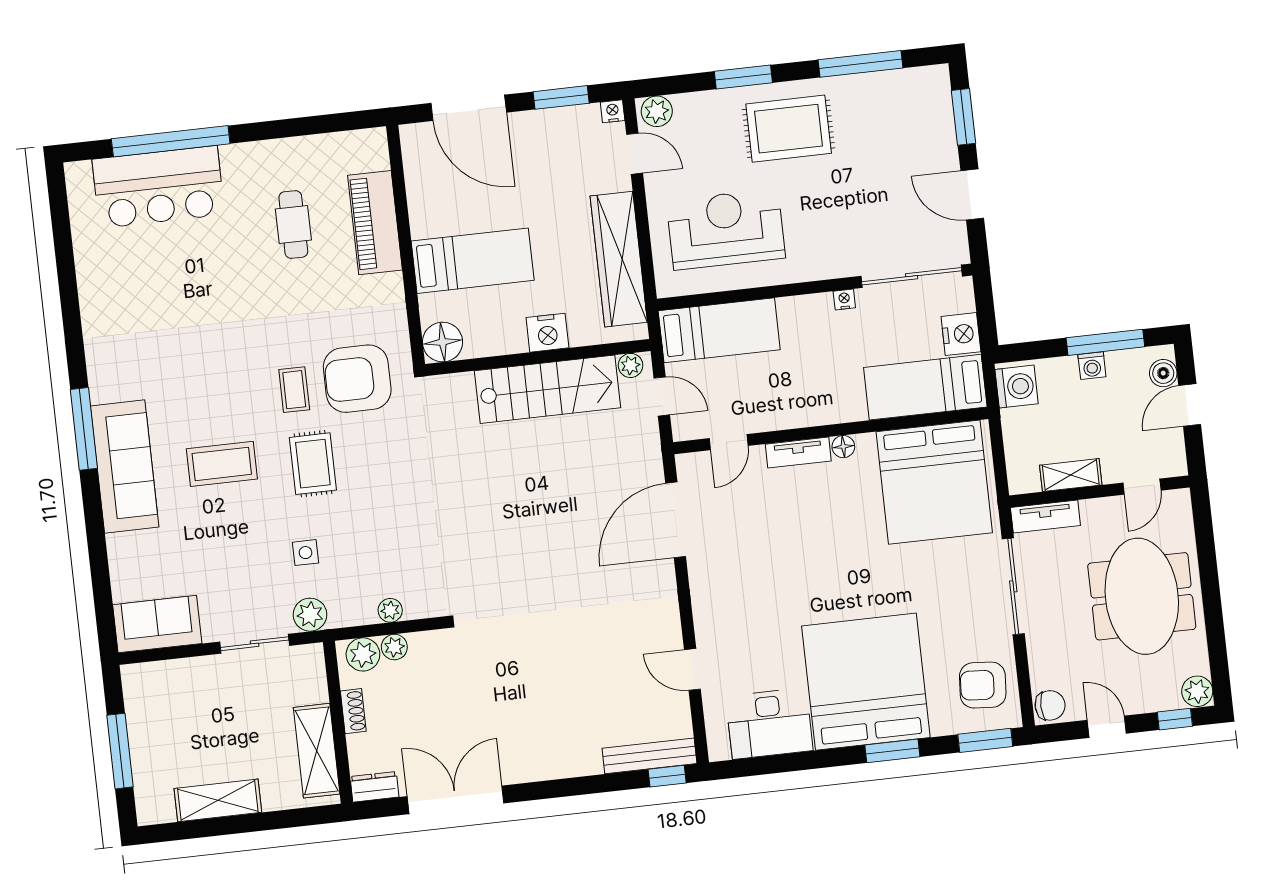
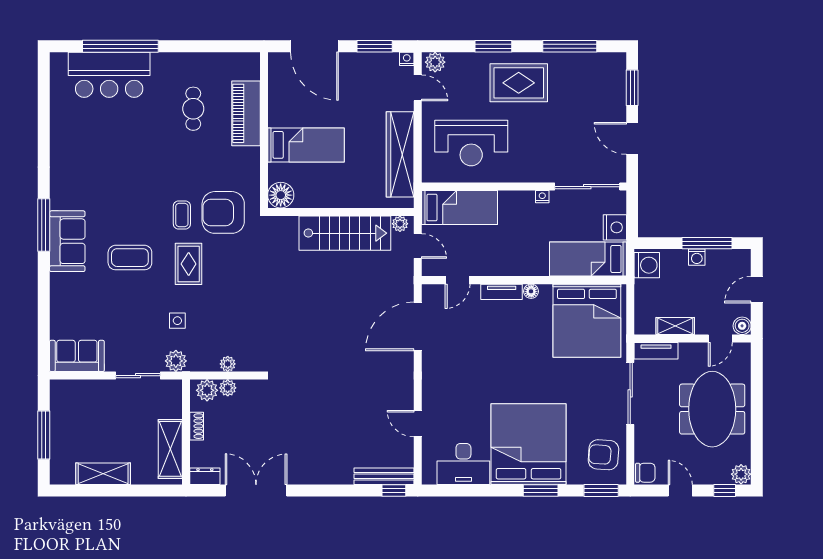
reception desk: (726, 229) -> (471, 143), turned 180
nightstand: (547, 333) -> (349, 197), removed
boiler: (1163, 373) -> (742, 326), moved
sofa: (125, 466) -> (67, 241), width x0.73

